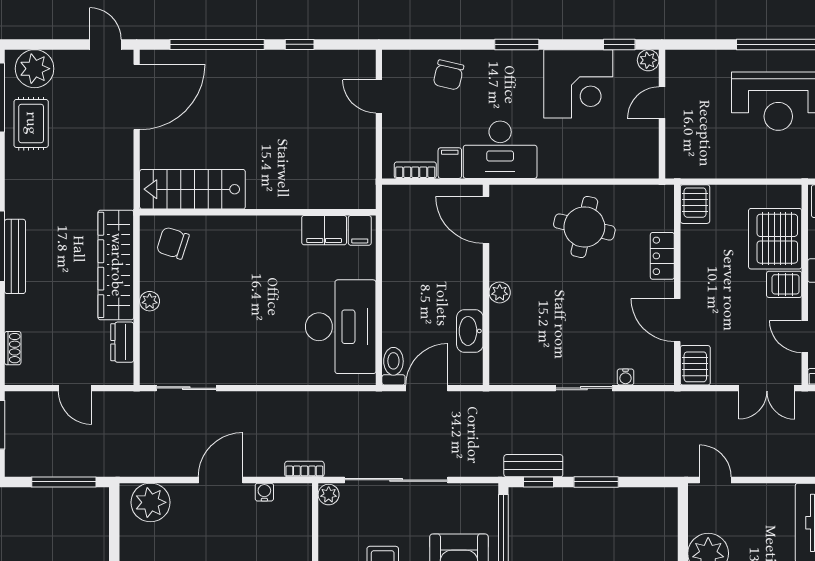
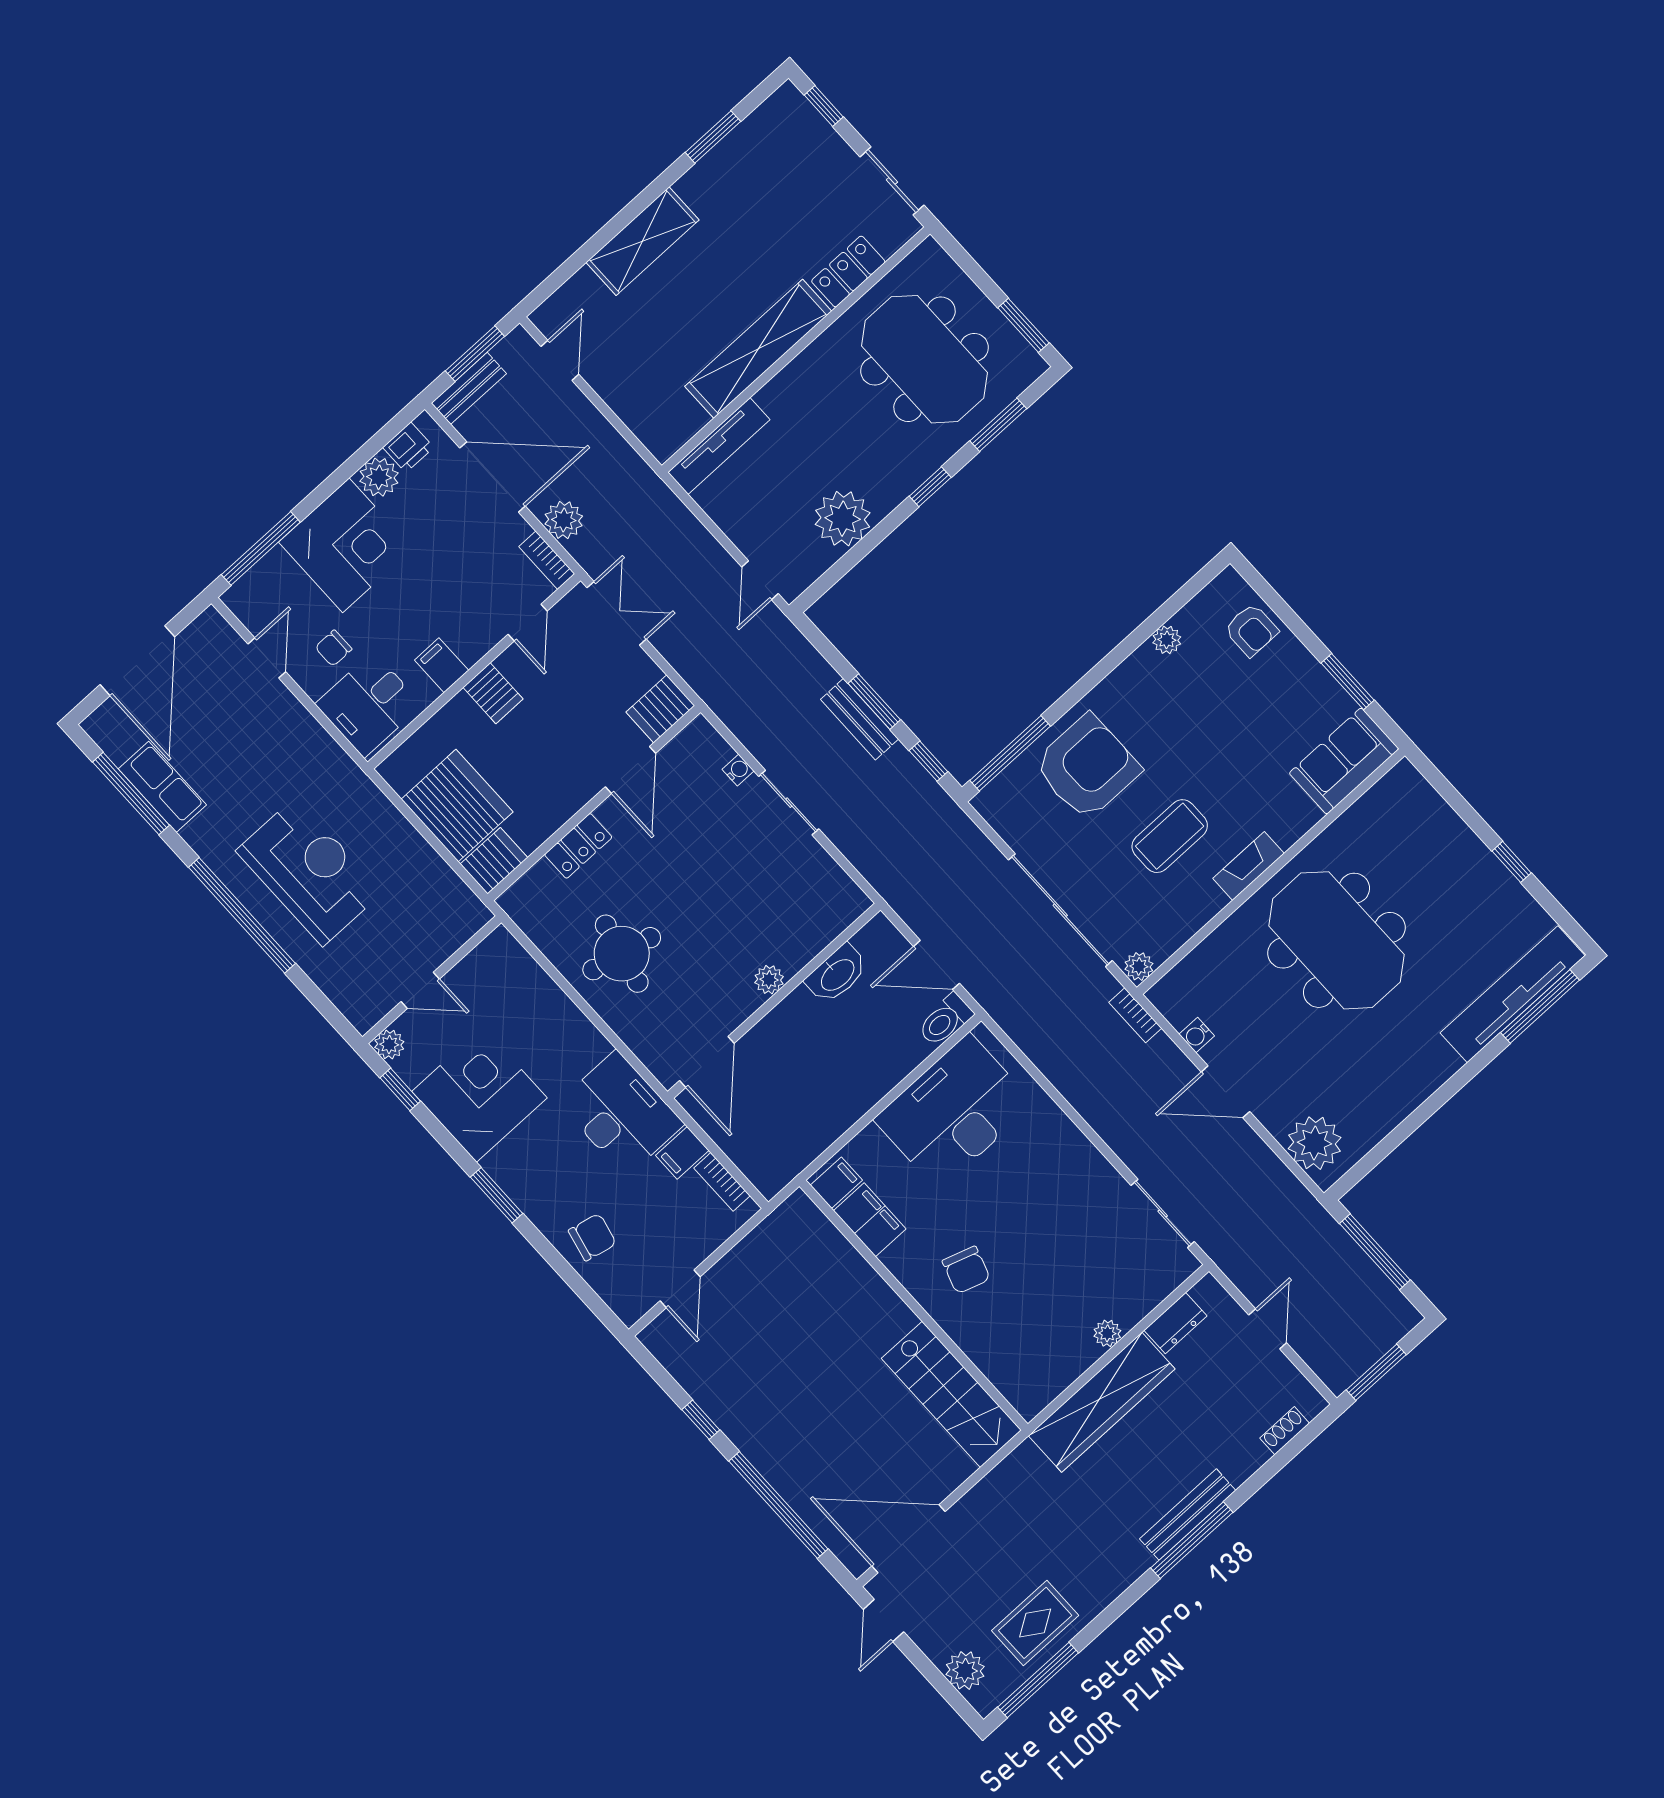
plant: (35, 69) -> (965, 1670), width x0.73, depth x0.73
server rack: (775, 239) -> (457, 805), moved, turned -90
chair: (173, 243) -> (966, 1270), moved
bench: (533, 466) -> (859, 719), moved

